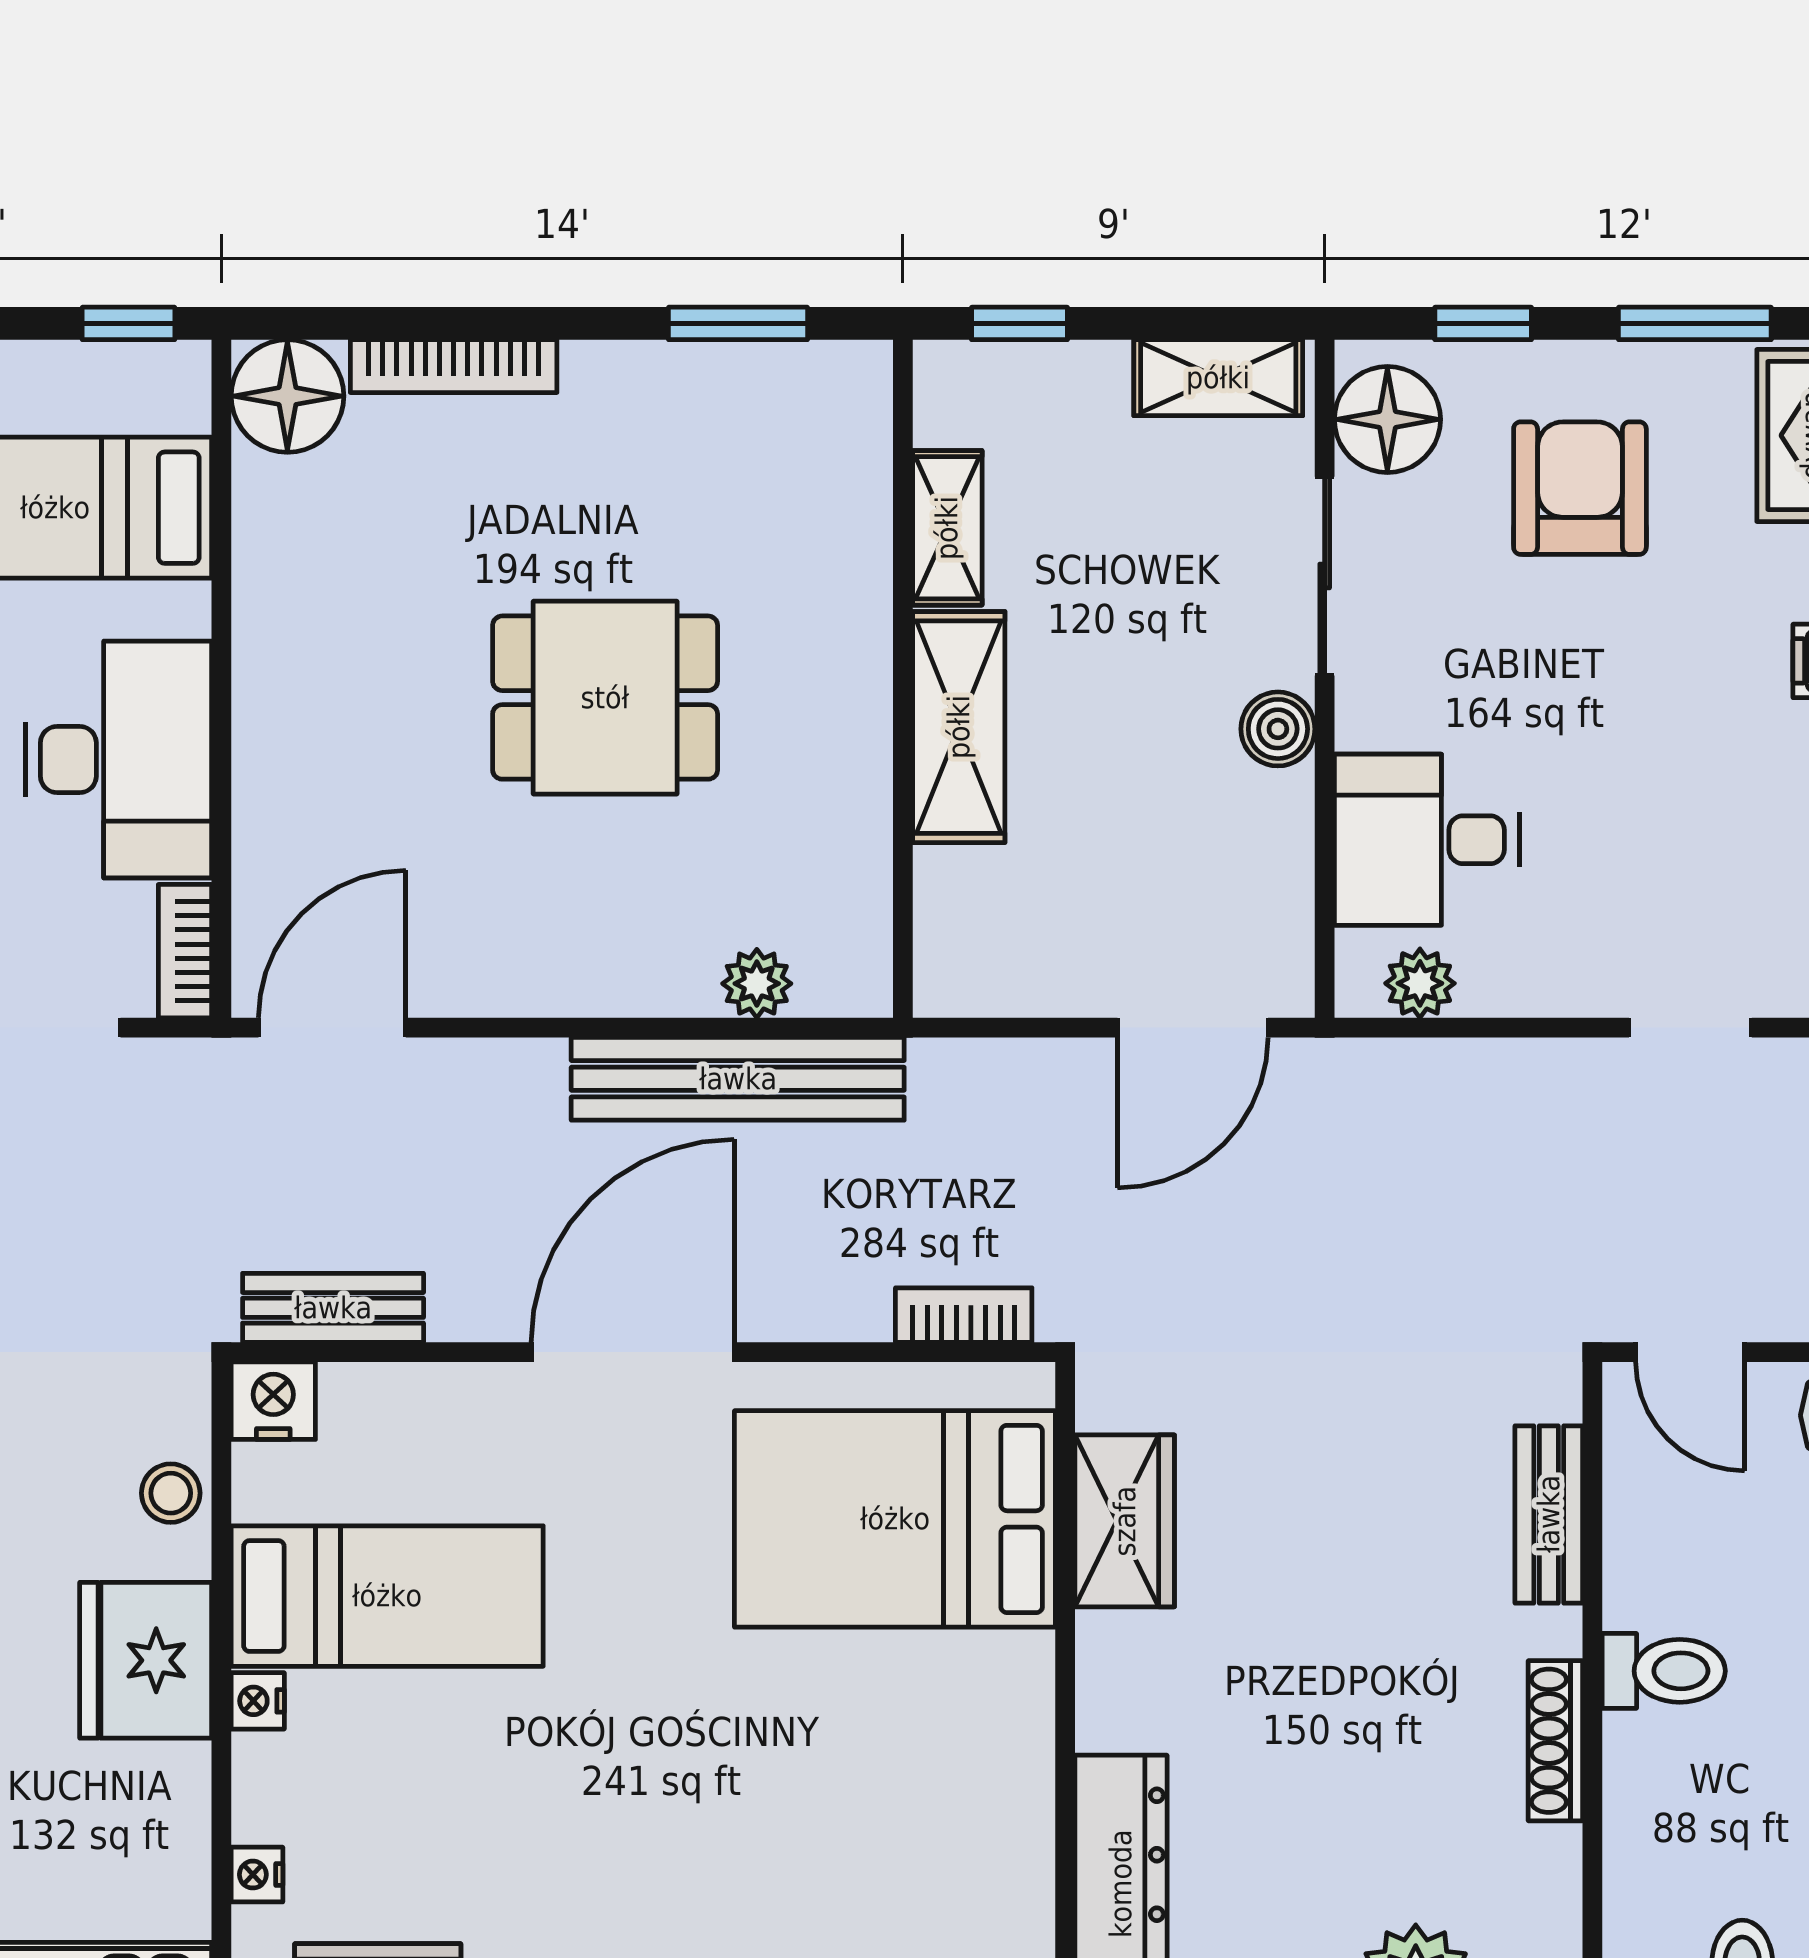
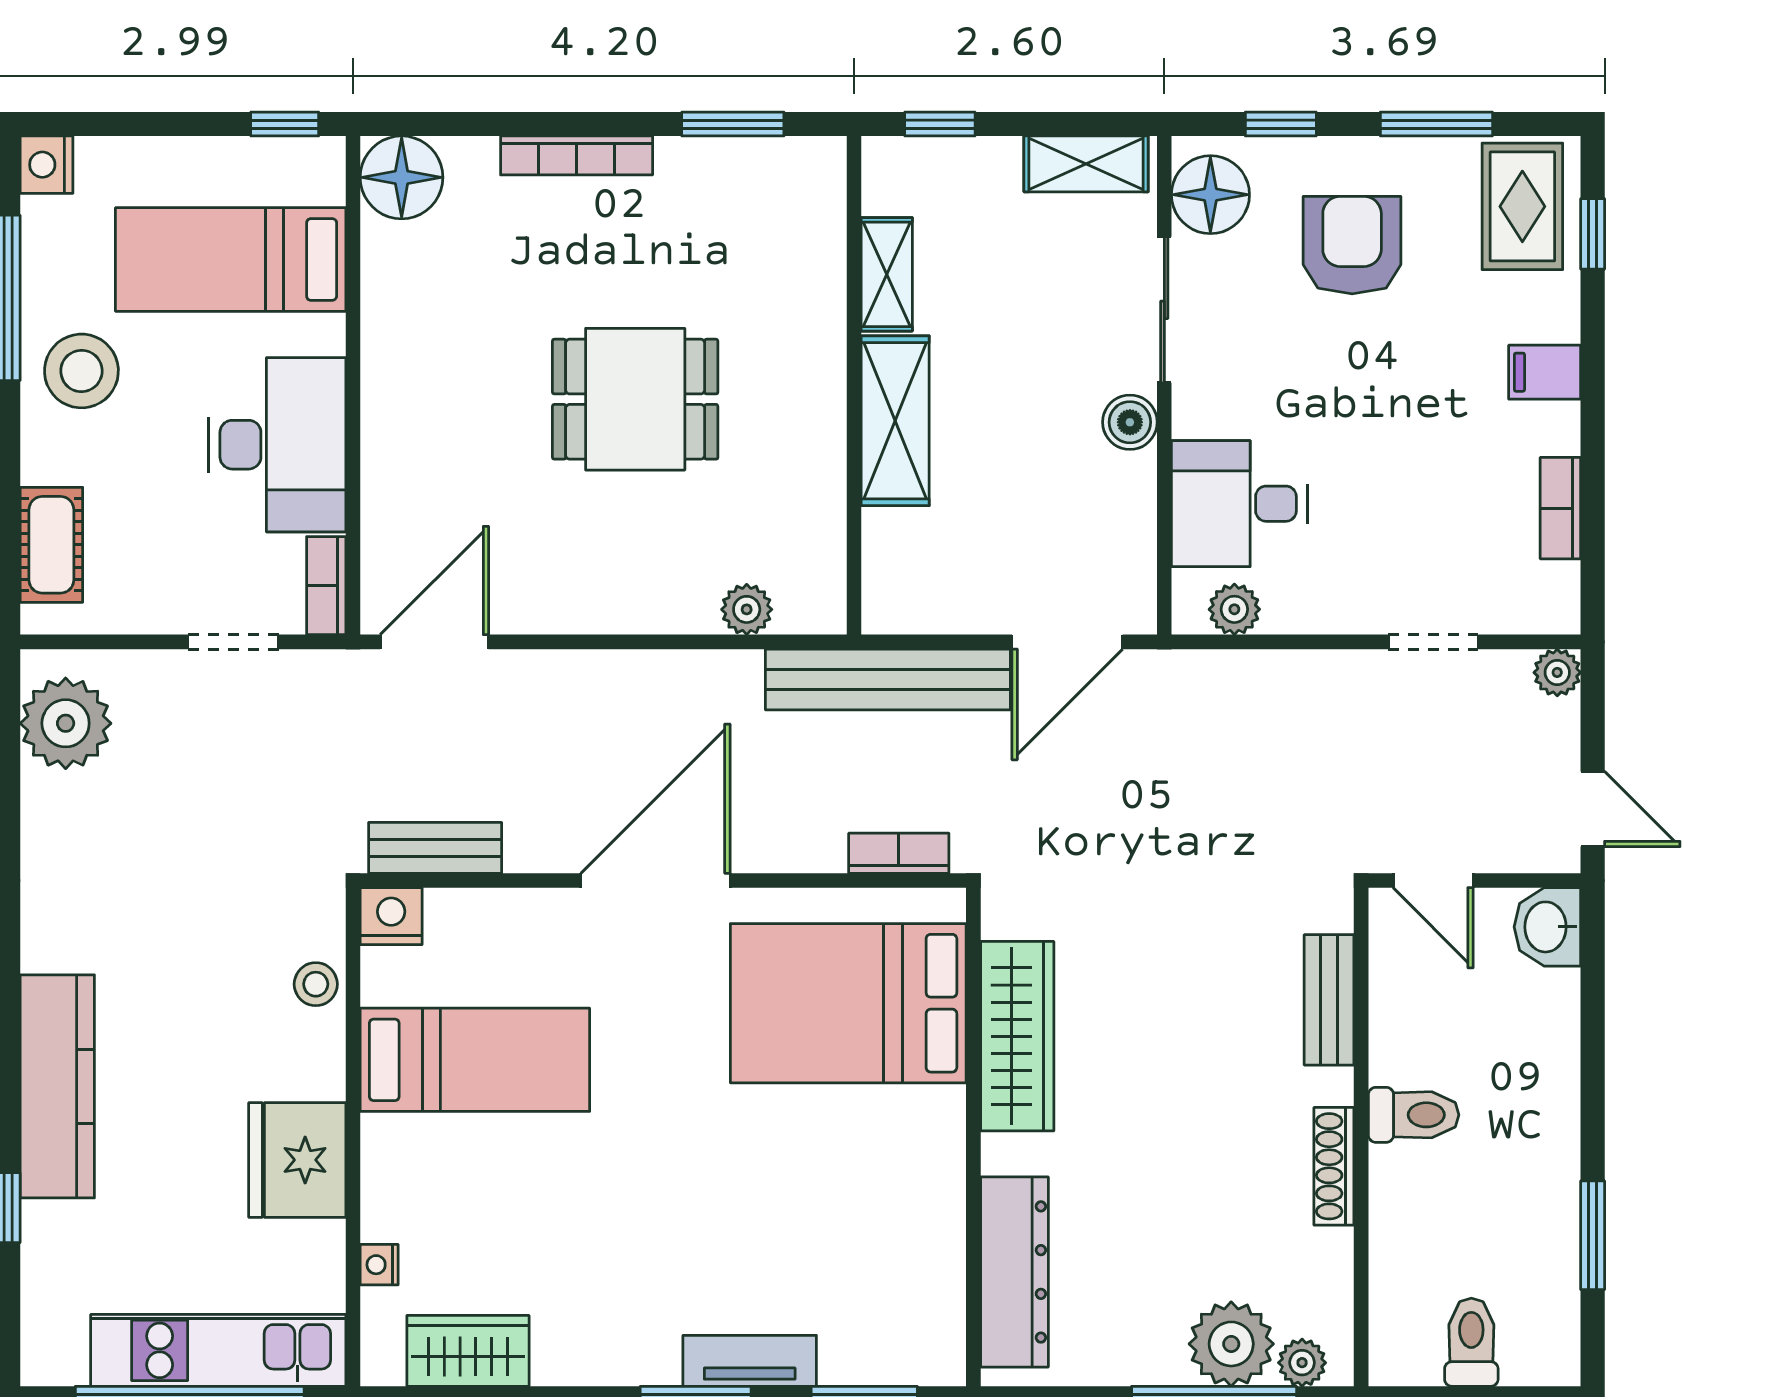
bookcase: (454, 366) -> (577, 155), moved
bench: (738, 1079) -> (888, 679), moved
wardrobe: (1125, 1521) -> (1017, 1036), width x1.50
fridge: (146, 1660) -> (297, 1160), moved
nightstand: (258, 1701) -> (380, 1137), removed

